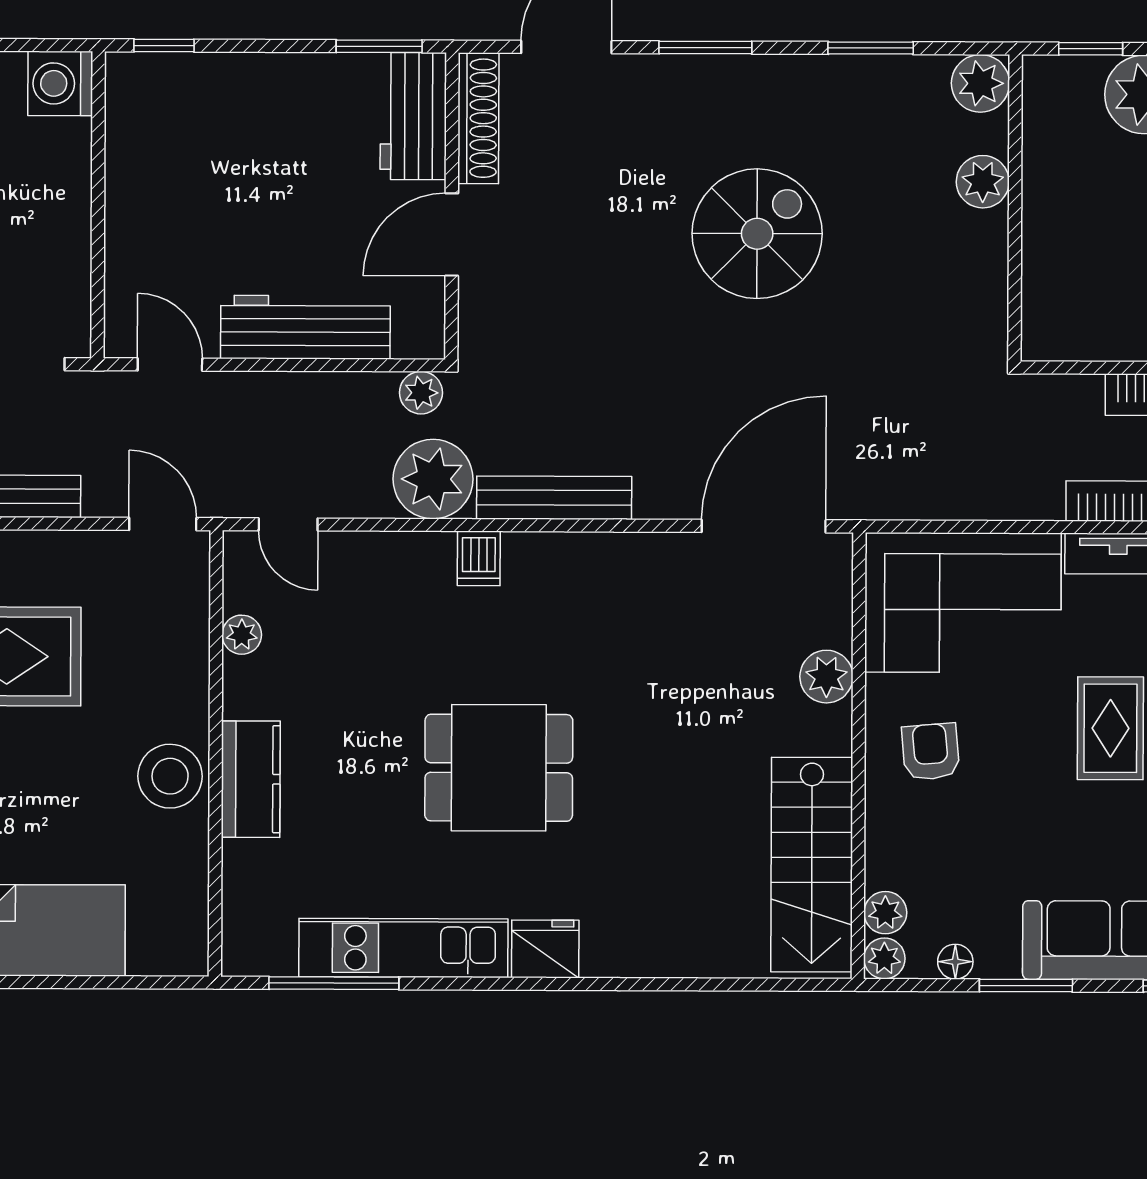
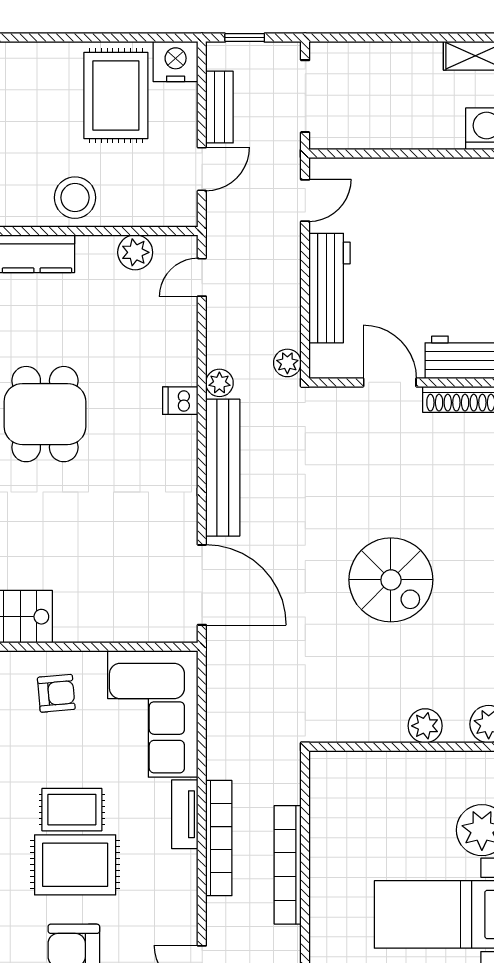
plant: (433, 479) -> (219, 383), width x0.53, depth x0.53
bench: (554, 498) -> (223, 468), width x1.37, depth x1.21
door: (163, 524) -> (202, 169), moved
plant: (242, 635) -> (135, 252), width x1.38, depth x1.38
plant: (826, 677) -> (105, 626), removed
stool: (170, 776) -> (75, 198), moved

